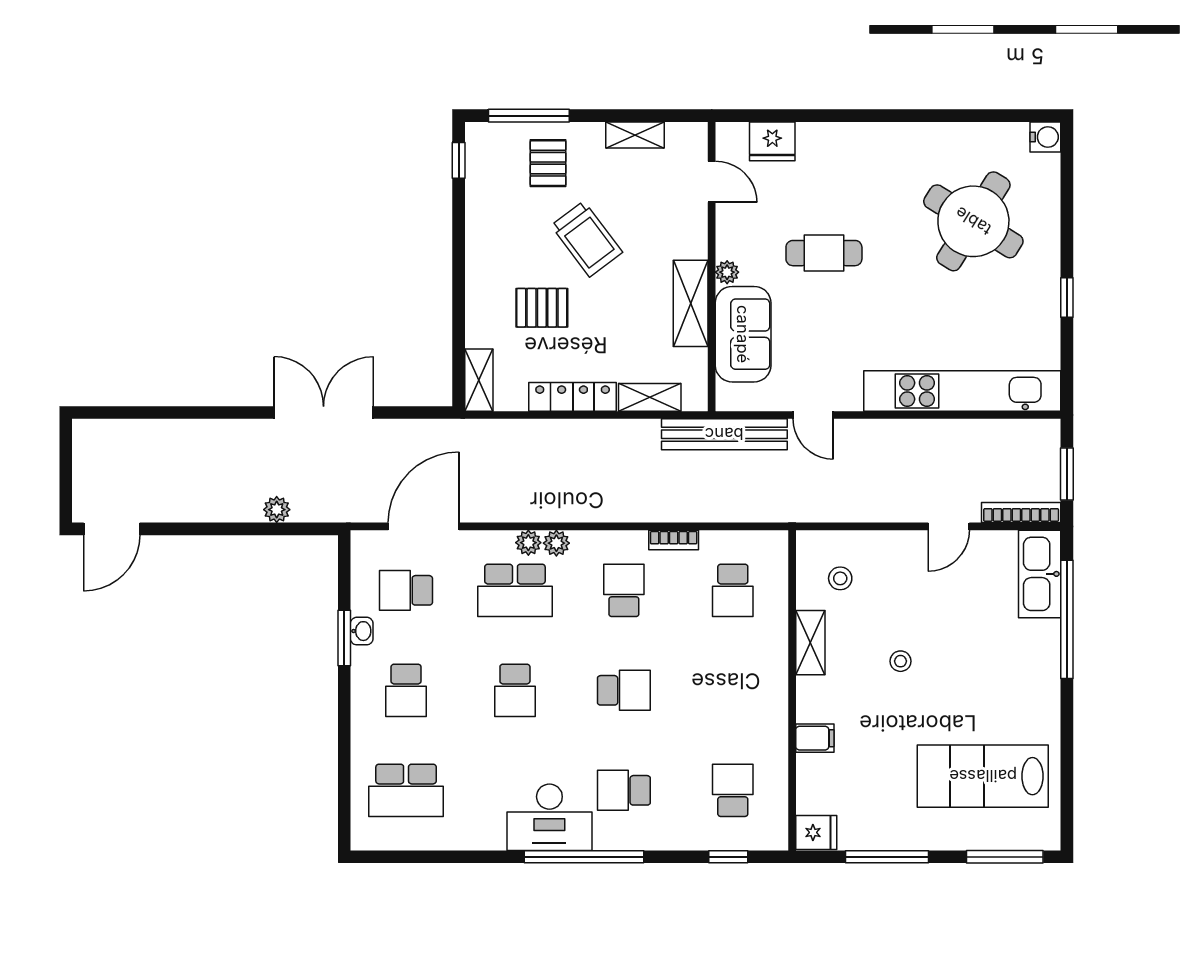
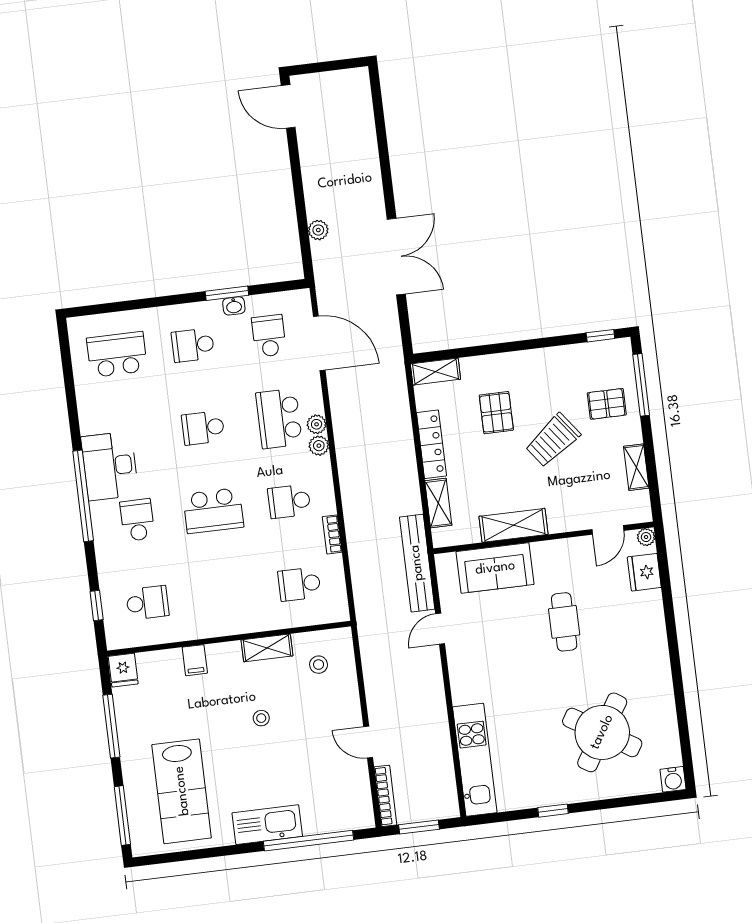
plant: (727, 272) -> (646, 537), moved
kitchen unit: (962, 391) -> (475, 760), width x0.73
kitchen sink: (1040, 574) -> (267, 825), moved
school desk: (624, 590) -> (289, 501), turned 180
school desk: (624, 690) -> (213, 511), width x1.85
lab bench: (983, 776) -> (182, 791), turned 180
school desk: (406, 790) -> (117, 354), turned 90

